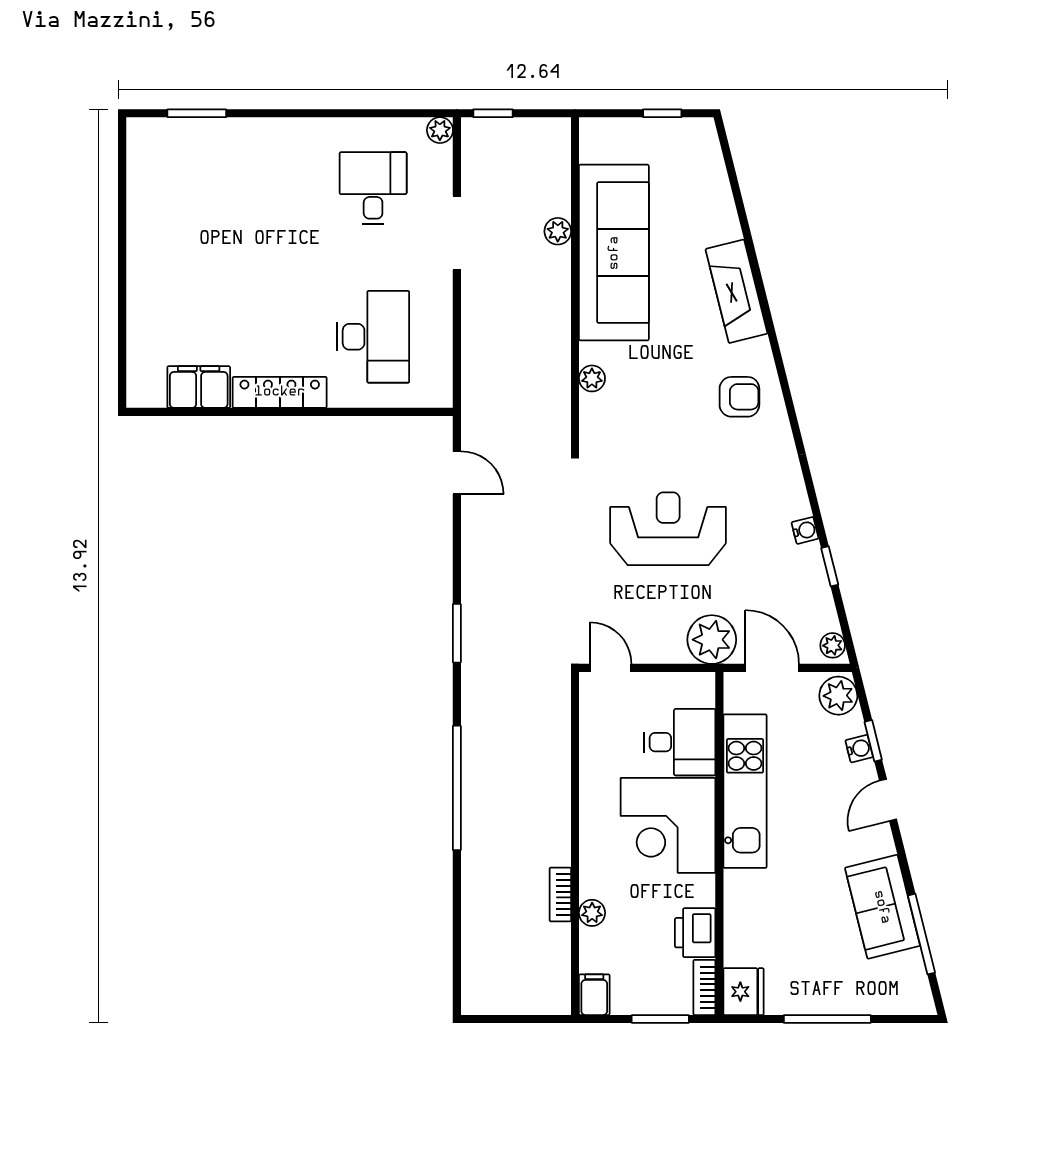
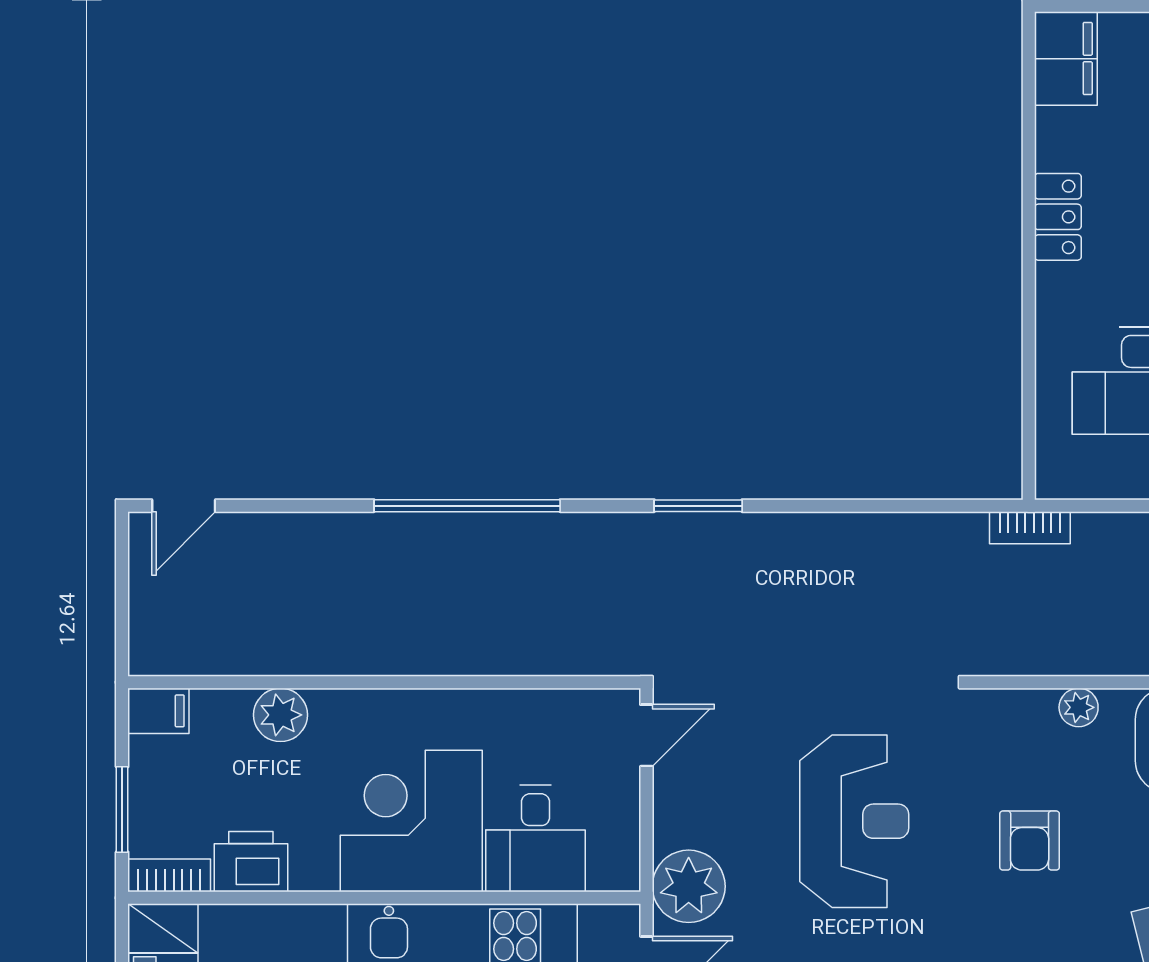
filing cabinet: (199, 387) -> (1066, 59), moved
locker: (280, 392) -> (1058, 217), width x0.66
armchair: (739, 397) -> (1030, 841), moved
door: (457, 473) -> (184, 506), moved
bookcase: (560, 895) -> (1030, 528), moved, turned 180
plant: (592, 913) -> (281, 715), width x1.38, depth x1.38

